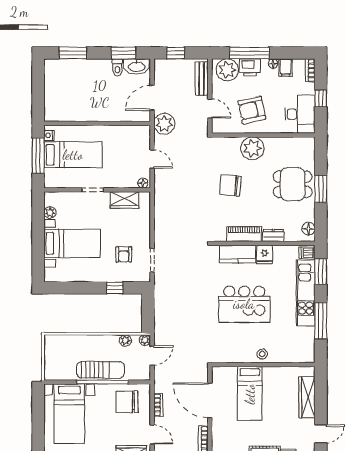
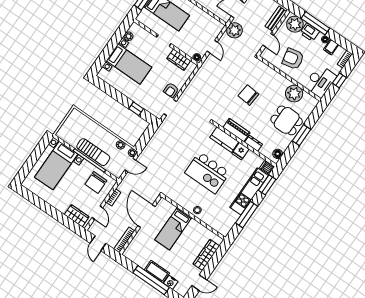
plant: (252, 148) -> (294, 94), moved
armchair: (124, 254) -> (171, 90), moved
chair: (127, 402) -> (96, 182), turned -90

